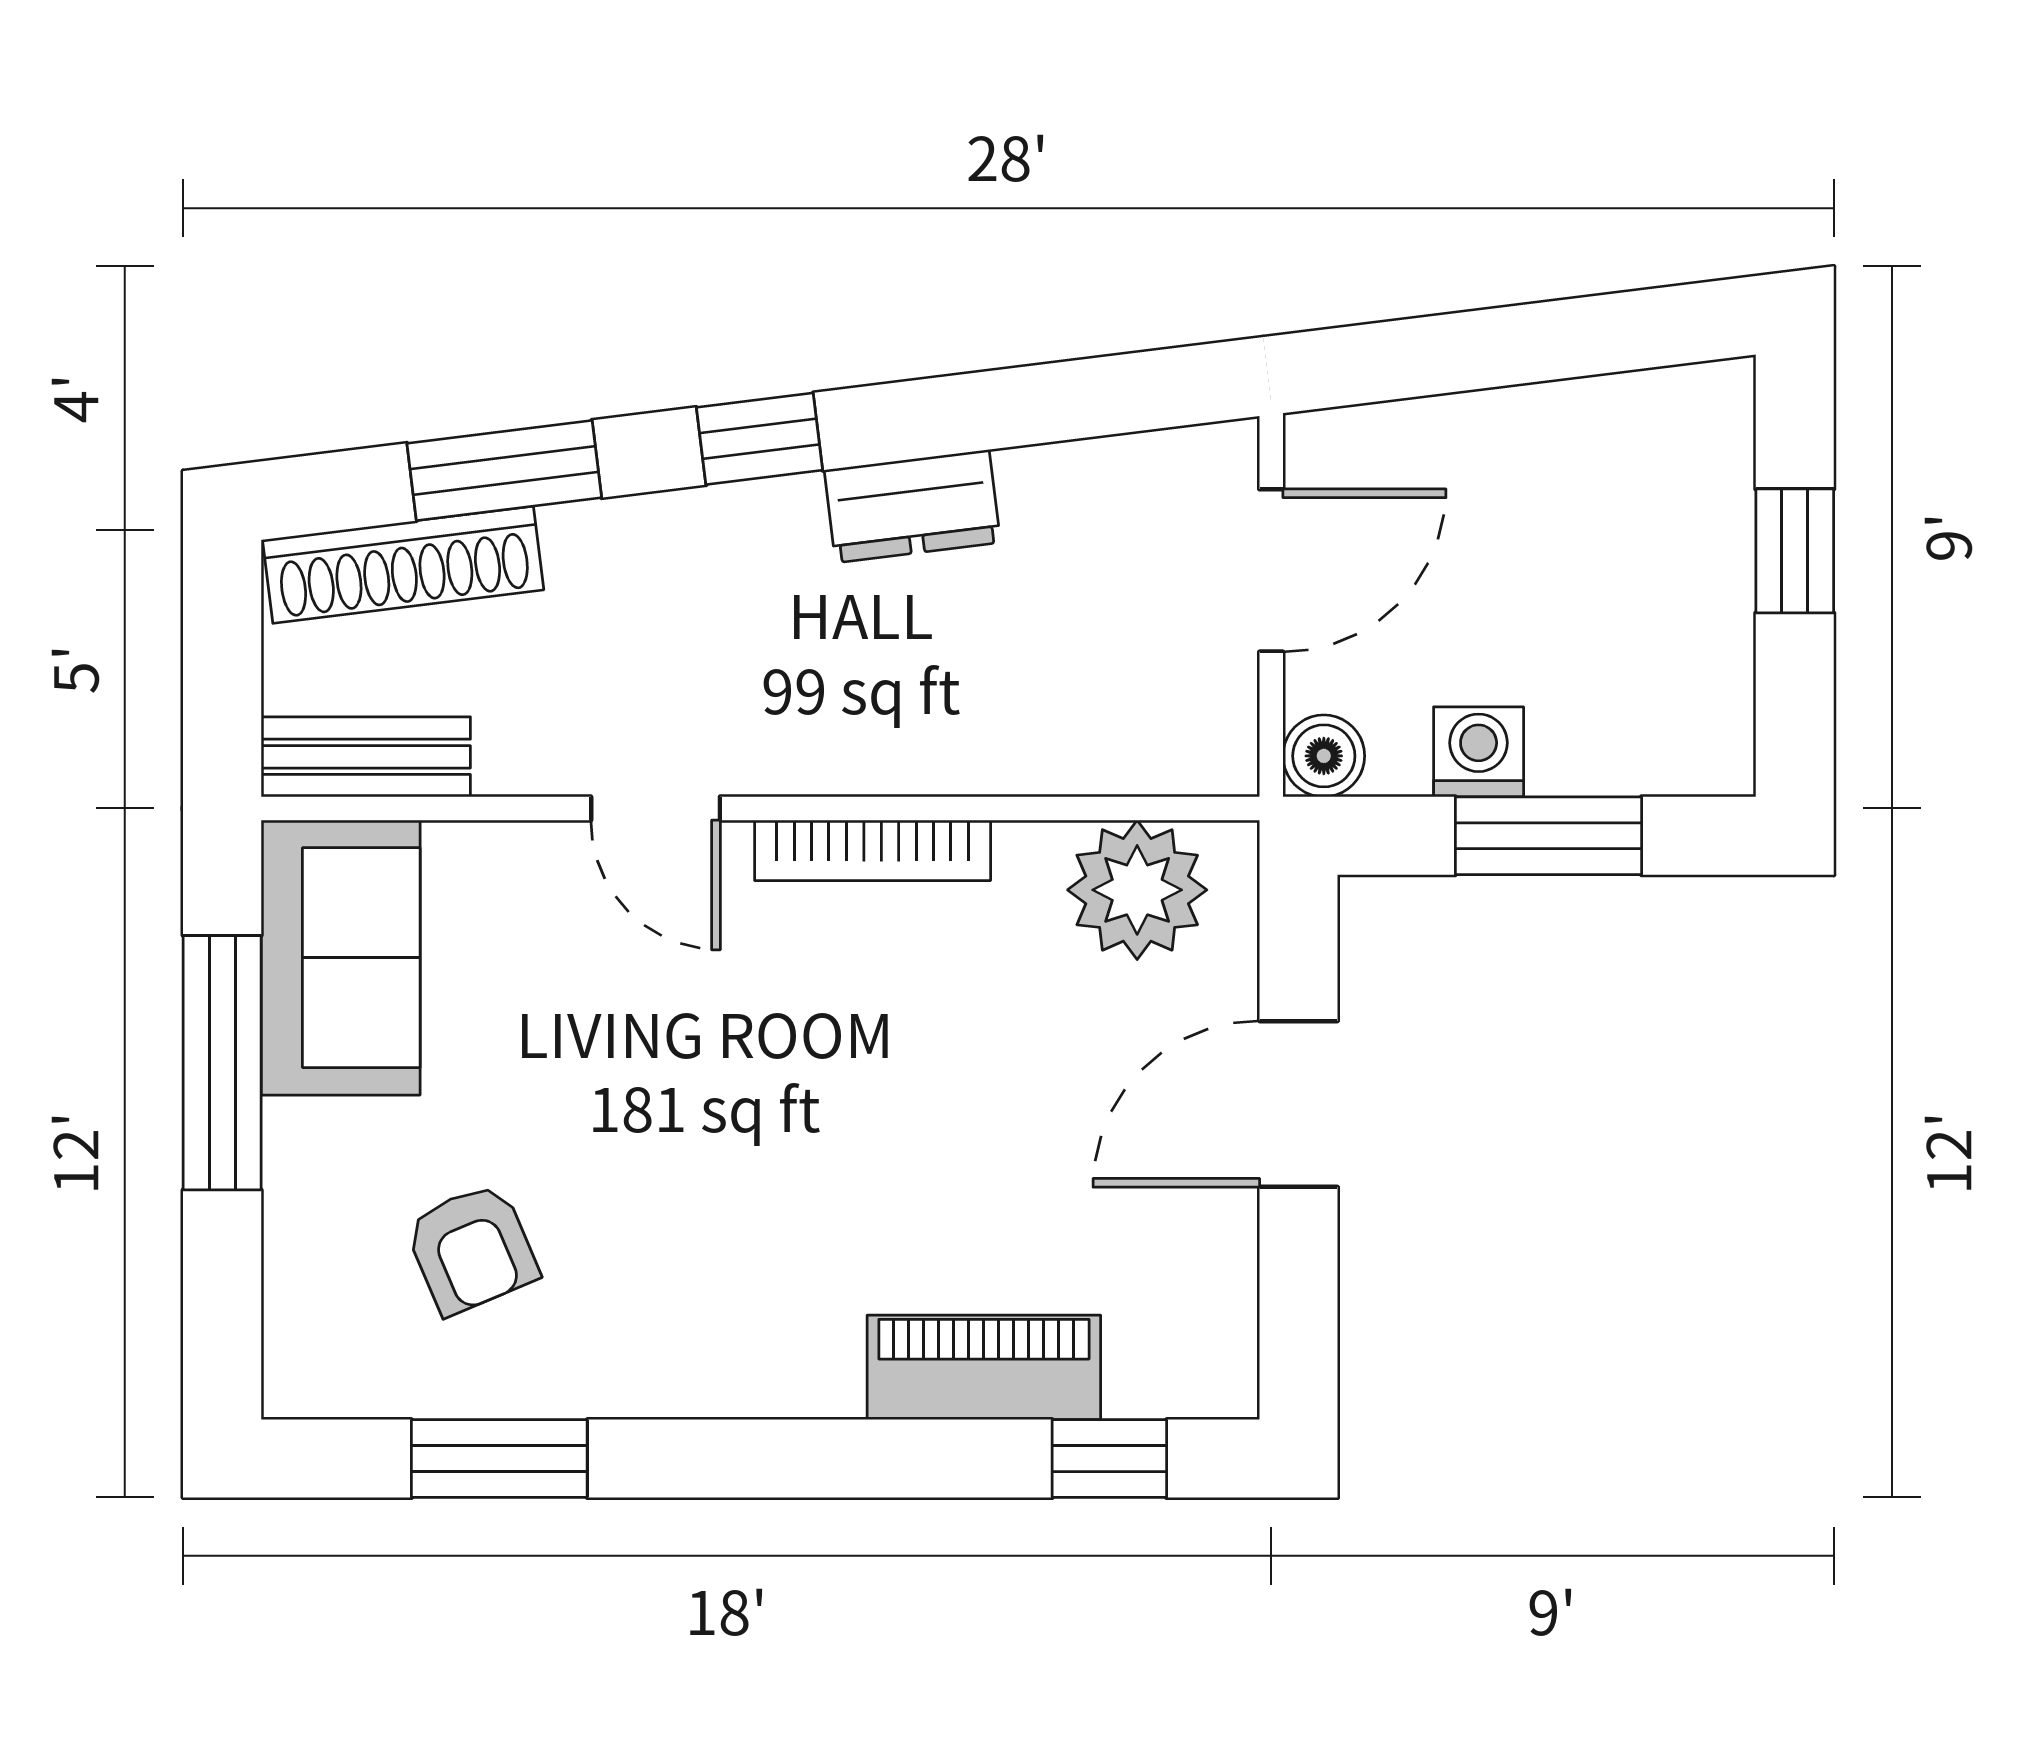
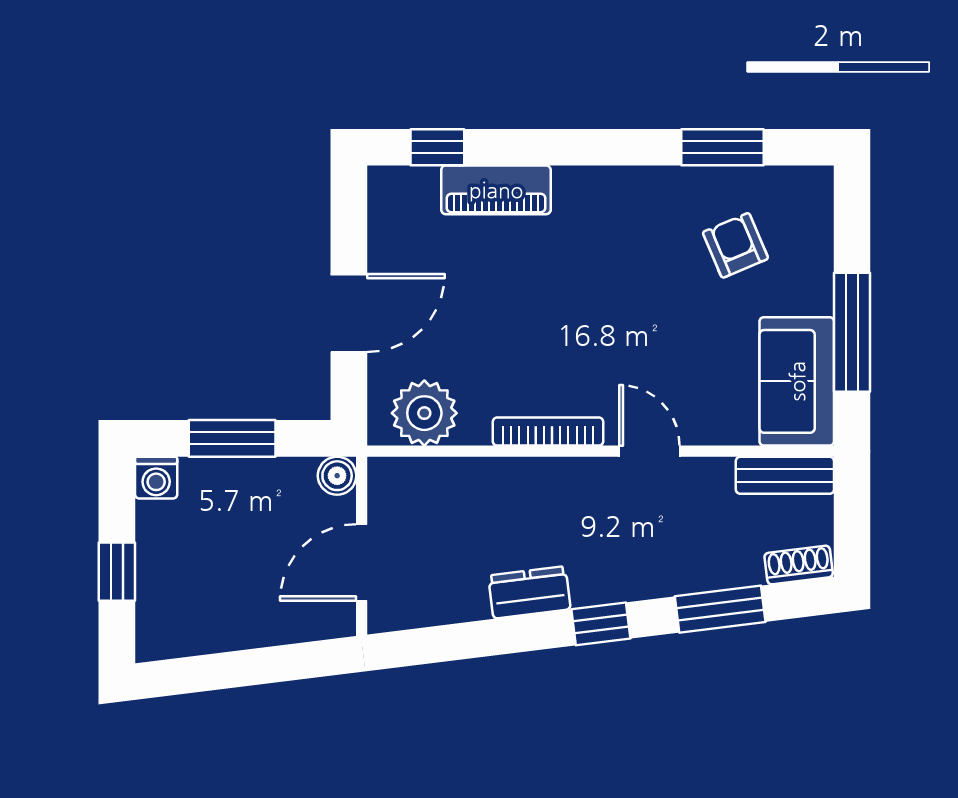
shoe rack: (403, 565) -> (799, 565), width x0.51, depth x0.81
washing machine: (1479, 752) -> (156, 478), moved

